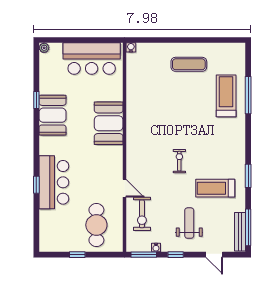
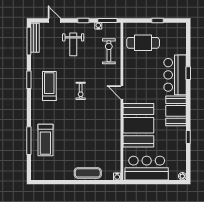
exercise mat: (189, 64) -> (88, 173), moved
booth: (53, 115) -> (176, 111), moved
booth: (109, 123) -> (138, 125), width x1.36, depth x1.42
door: (125, 188) -> (122, 92), moved
treadmill: (215, 188) -> (49, 86), moved, turned -90
cafe table: (96, 225) -> (143, 43), turned 90

